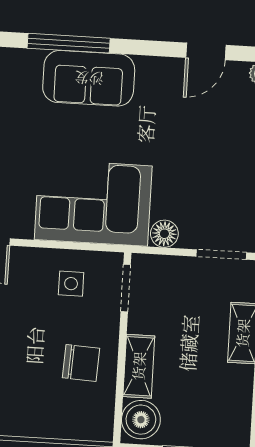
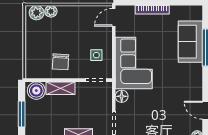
sofa: (89, 78) -> (190, 42), moved

